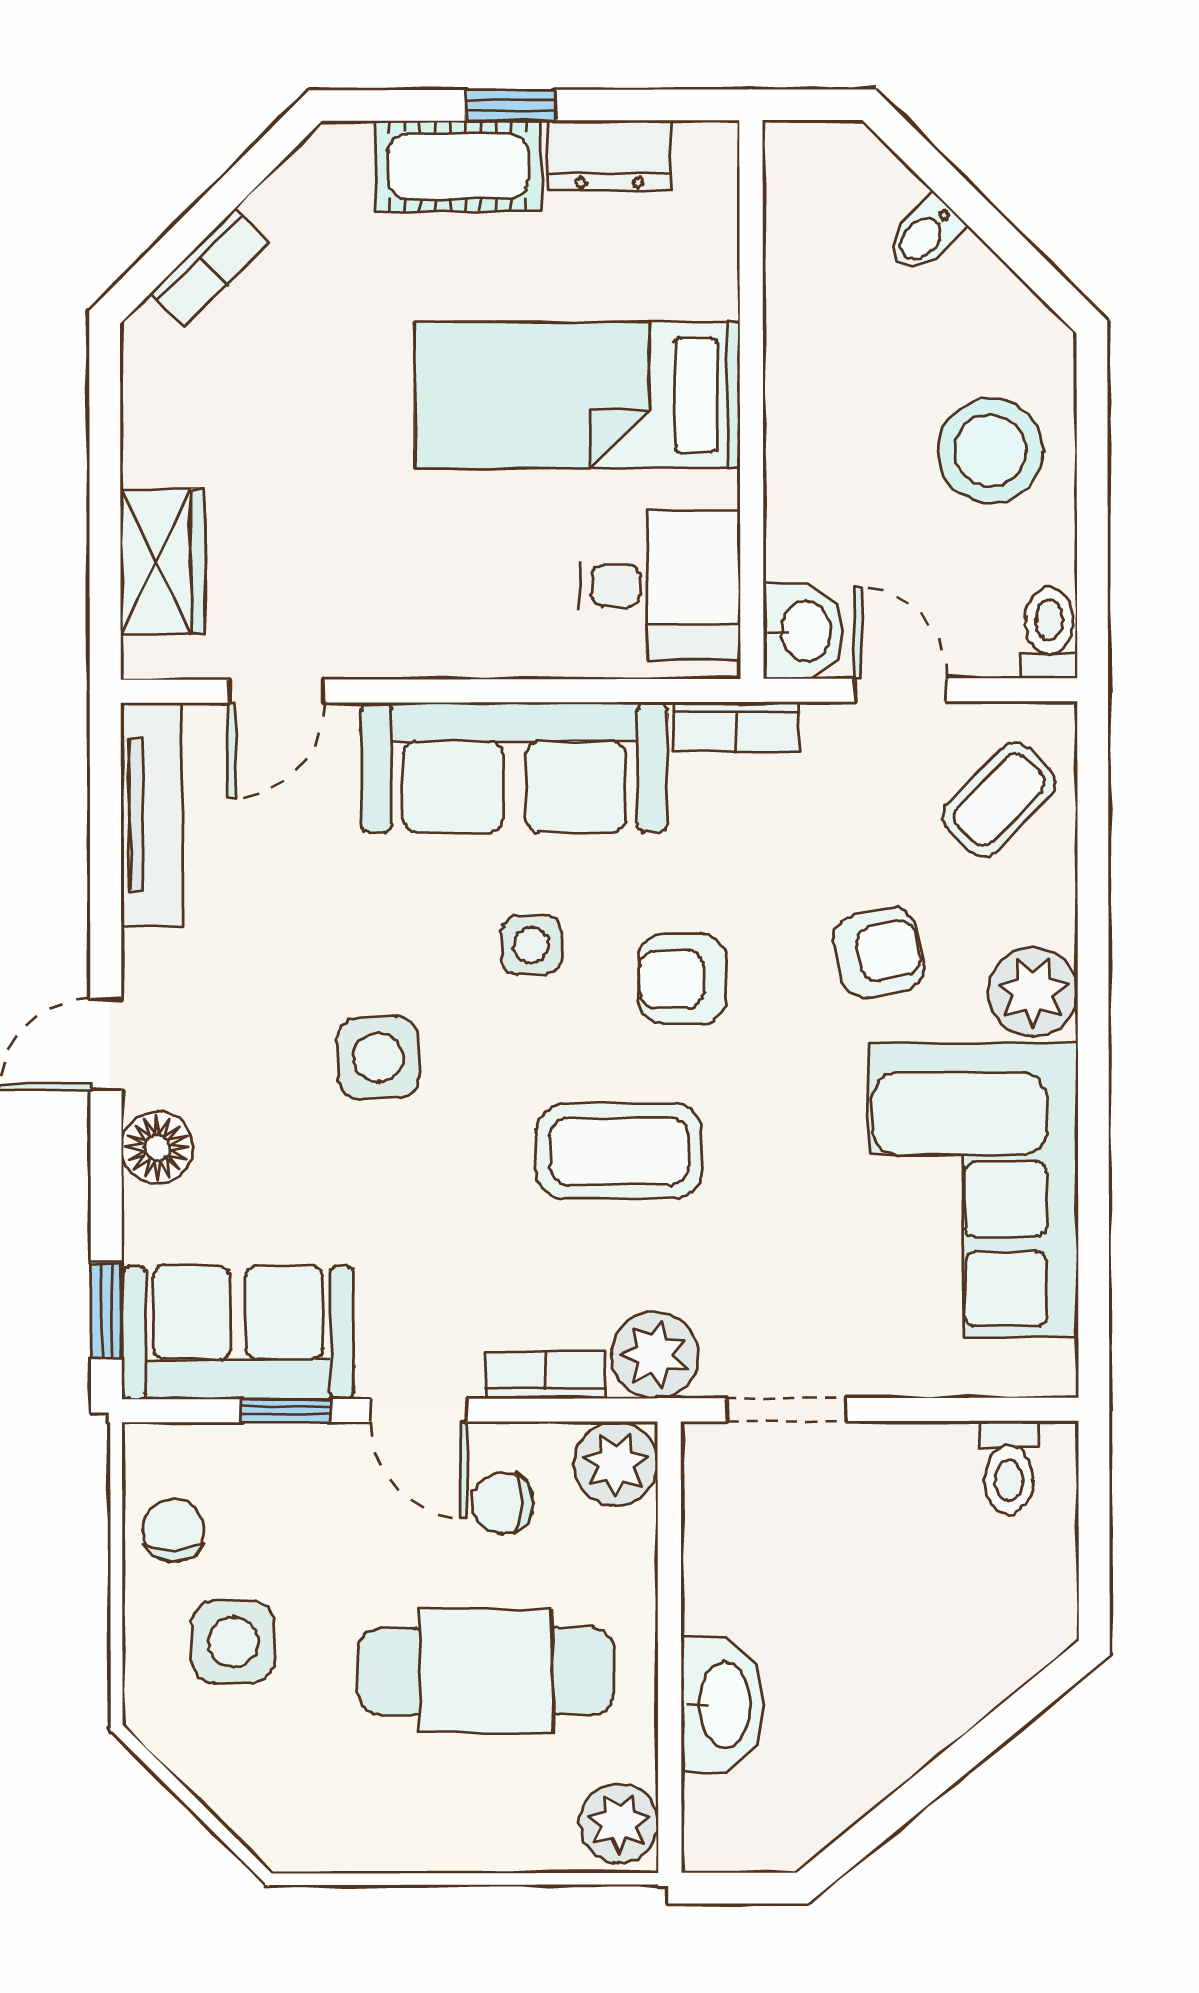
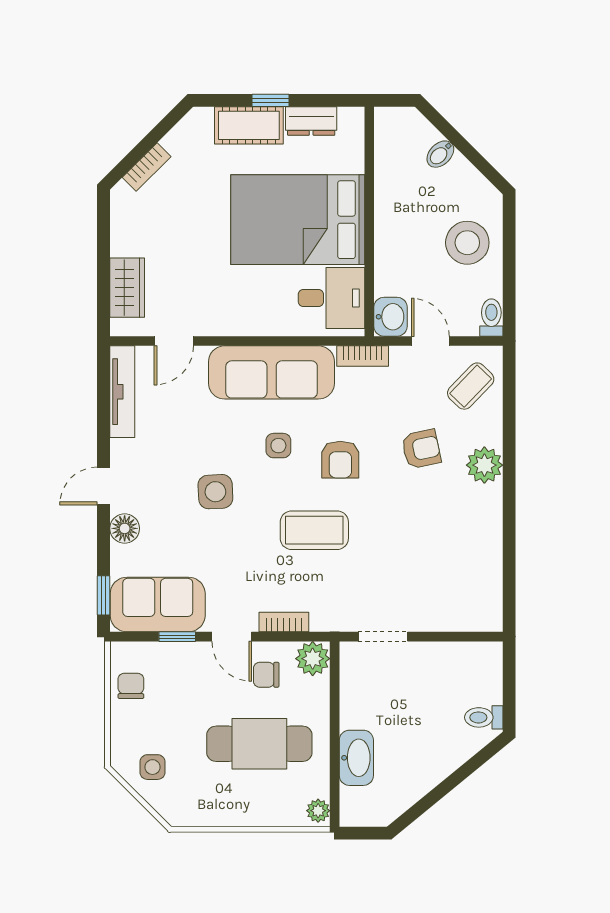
bed: (577, 395) -> (298, 220), width x1.50
armchair: (682, 979) -> (340, 460), turned -90
corner sofa: (973, 1190) -> (460, 546), removed
plant: (655, 1355) -> (329, 614), removed
toilet: (1009, 1467) -> (484, 717), moved, turned 90
side table: (233, 1642) -> (152, 767), moved, width x0.73, depth x0.73
plant: (619, 1823) -> (318, 811), width x0.73, depth x0.73

